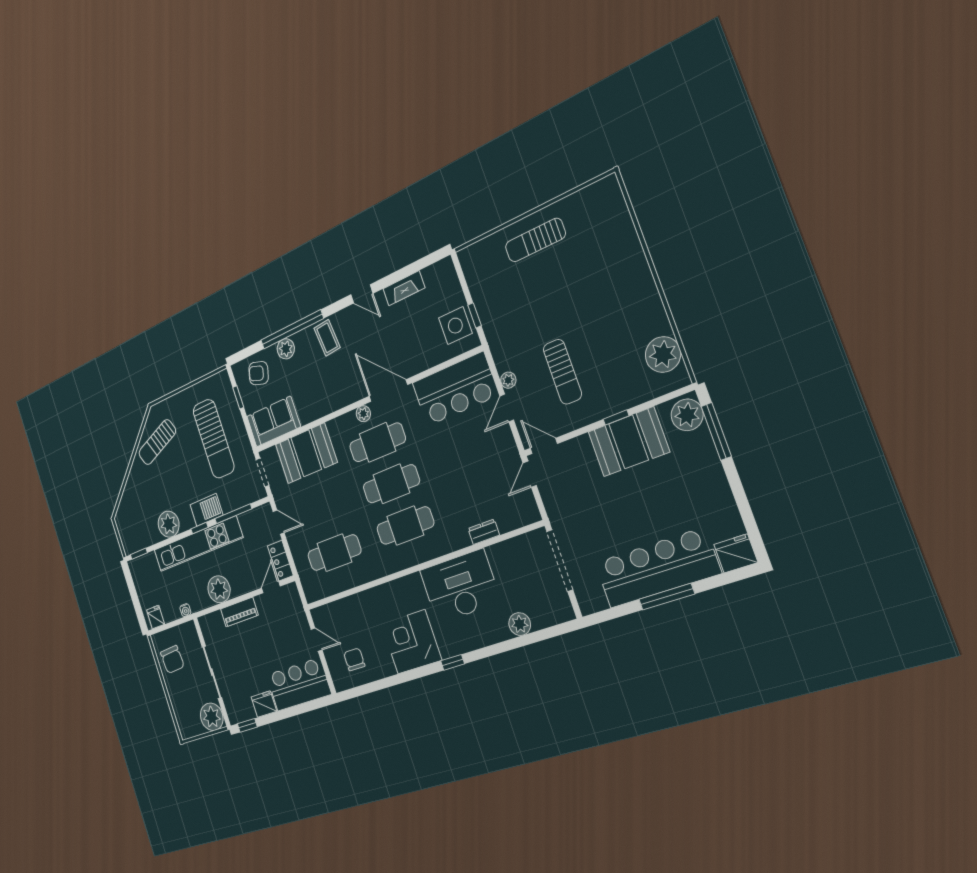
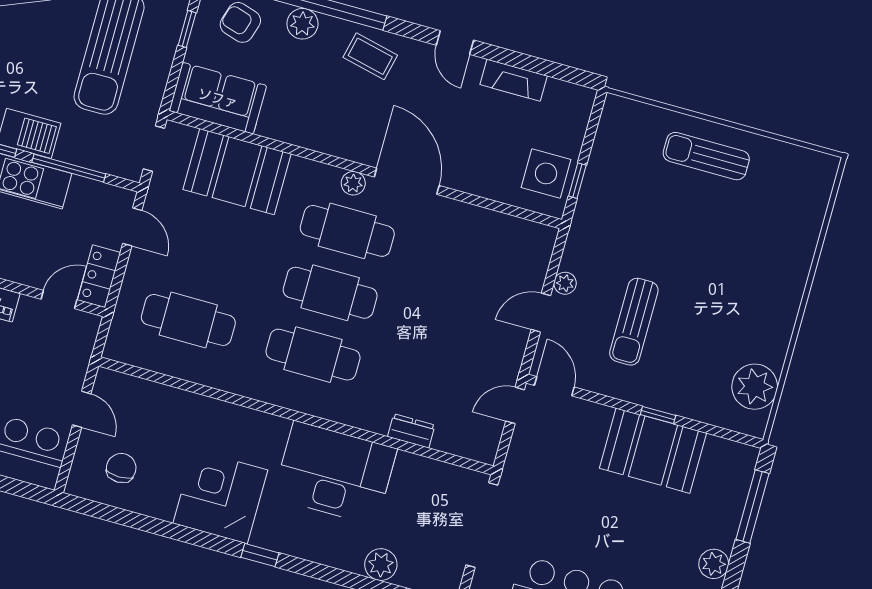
coffee table: (327, 338) -> (370, 56), turned -72
bar counter: (455, 389) -> (493, 244), removed
plant: (687, 415) -> (714, 564), moved, width x0.73, depth x0.73

